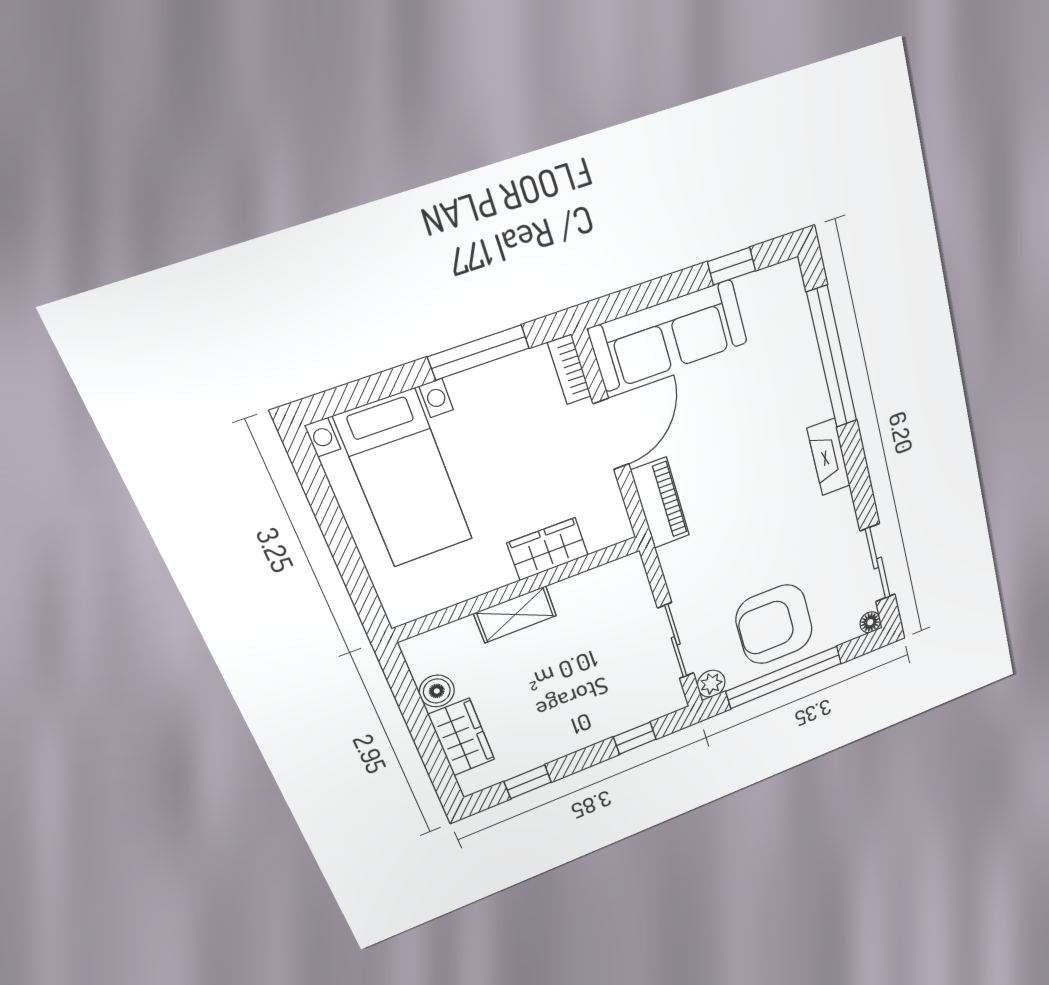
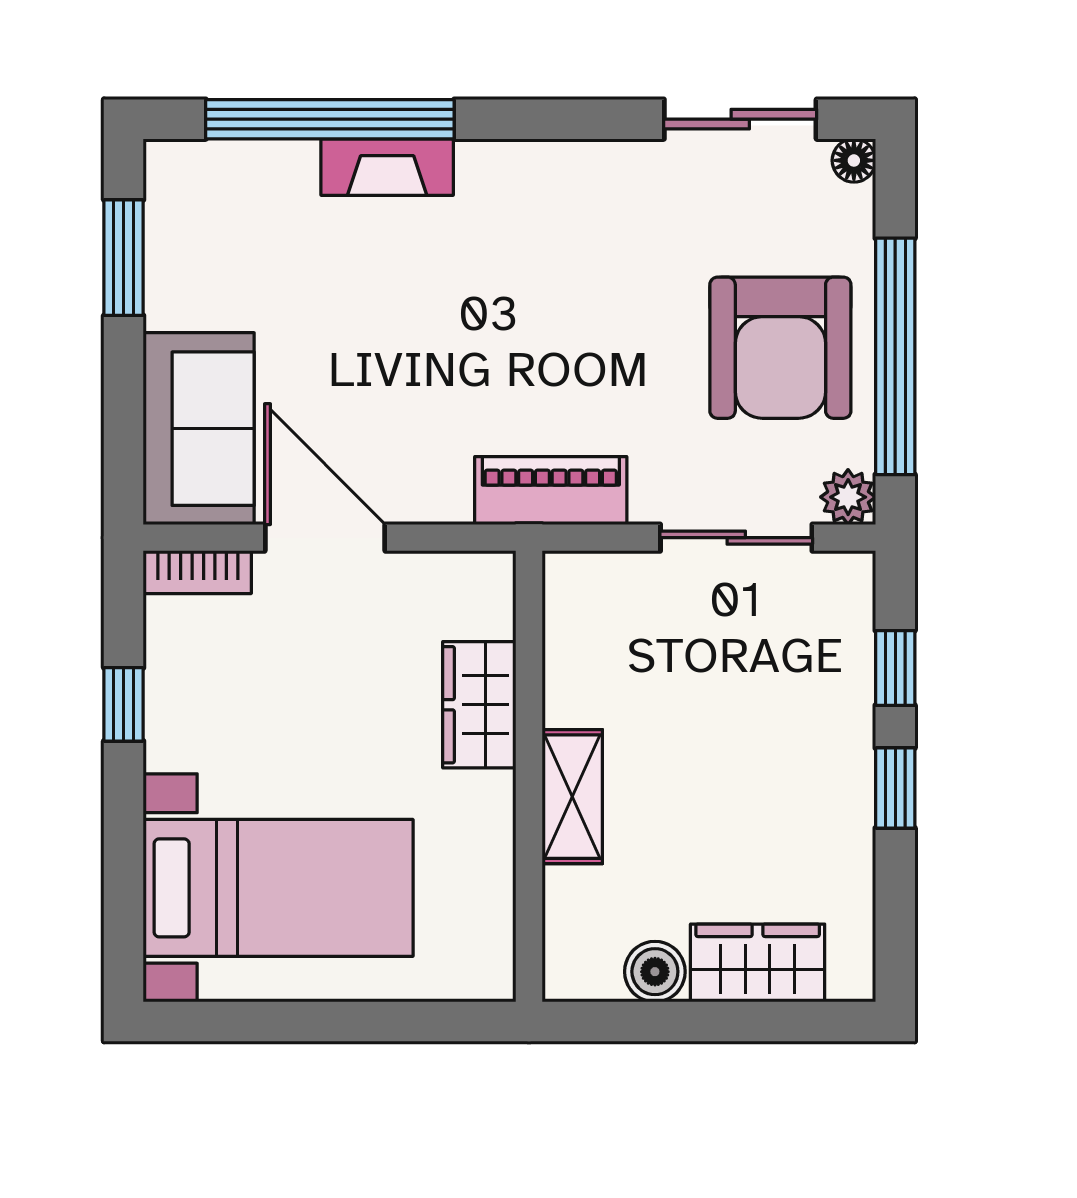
window: (732, 266) -> (124, 258), width x1.50
sofa: (669, 336) -> (199, 429), width x0.73
window: (479, 352) -> (124, 704), width x0.46
fireplace: (829, 457) -> (387, 167), moved
piano: (660, 503) -> (551, 491), moved
window: (528, 782) -> (895, 788), moved

